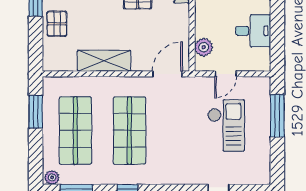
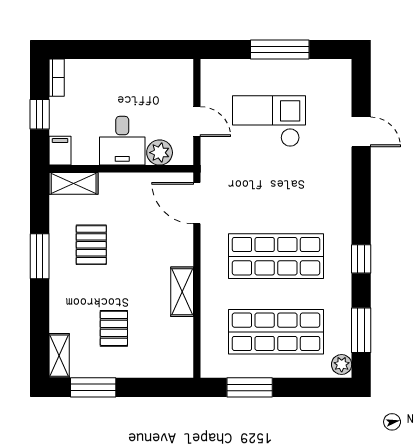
pallet: (57, 24) -> (114, 328), moved, turned 90
desk: (253, 31) -> (122, 141), moved, turned 180
shelving: (104, 61) -> (182, 292), width x0.67, depth x0.75
window: (277, 116) -> (280, 49), moved

